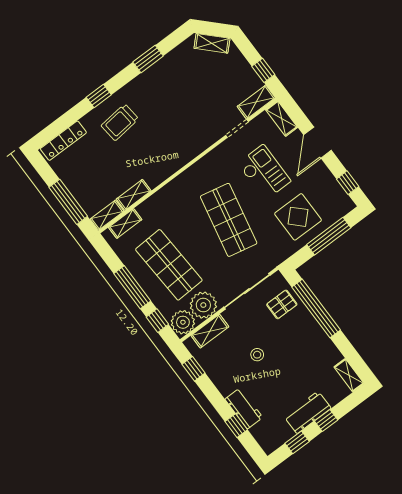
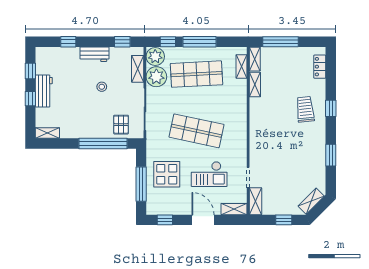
window: (263, 70) -> (284, 220), moved
locker: (63, 141) -> (320, 67), width x0.66
workbench: (244, 408) -> (95, 54), moved

